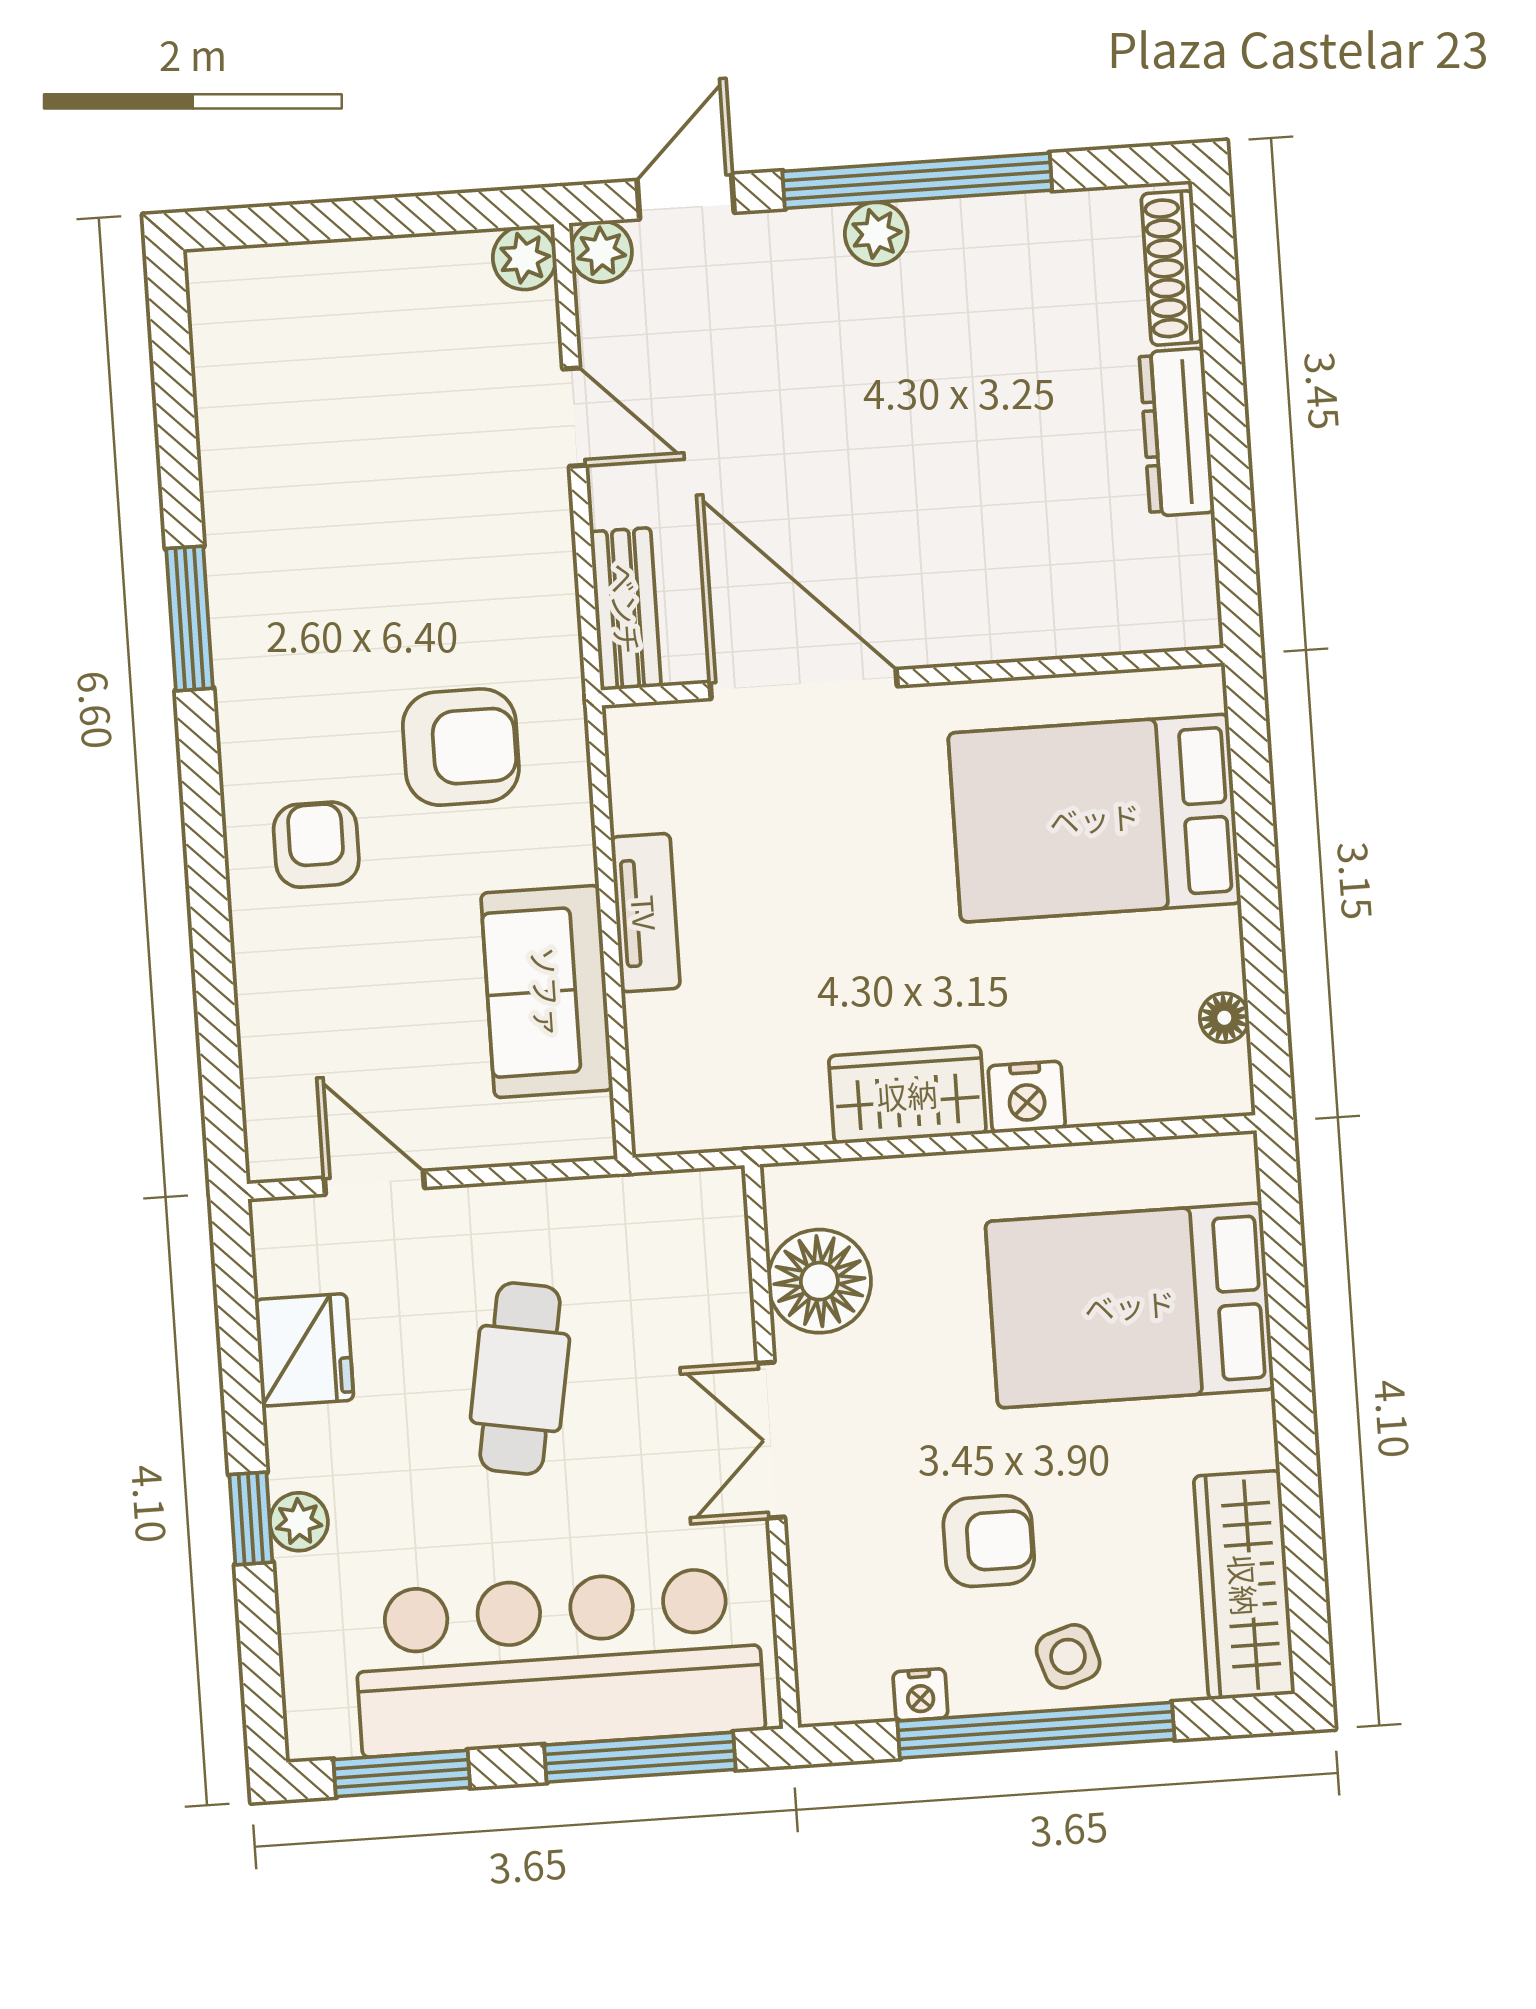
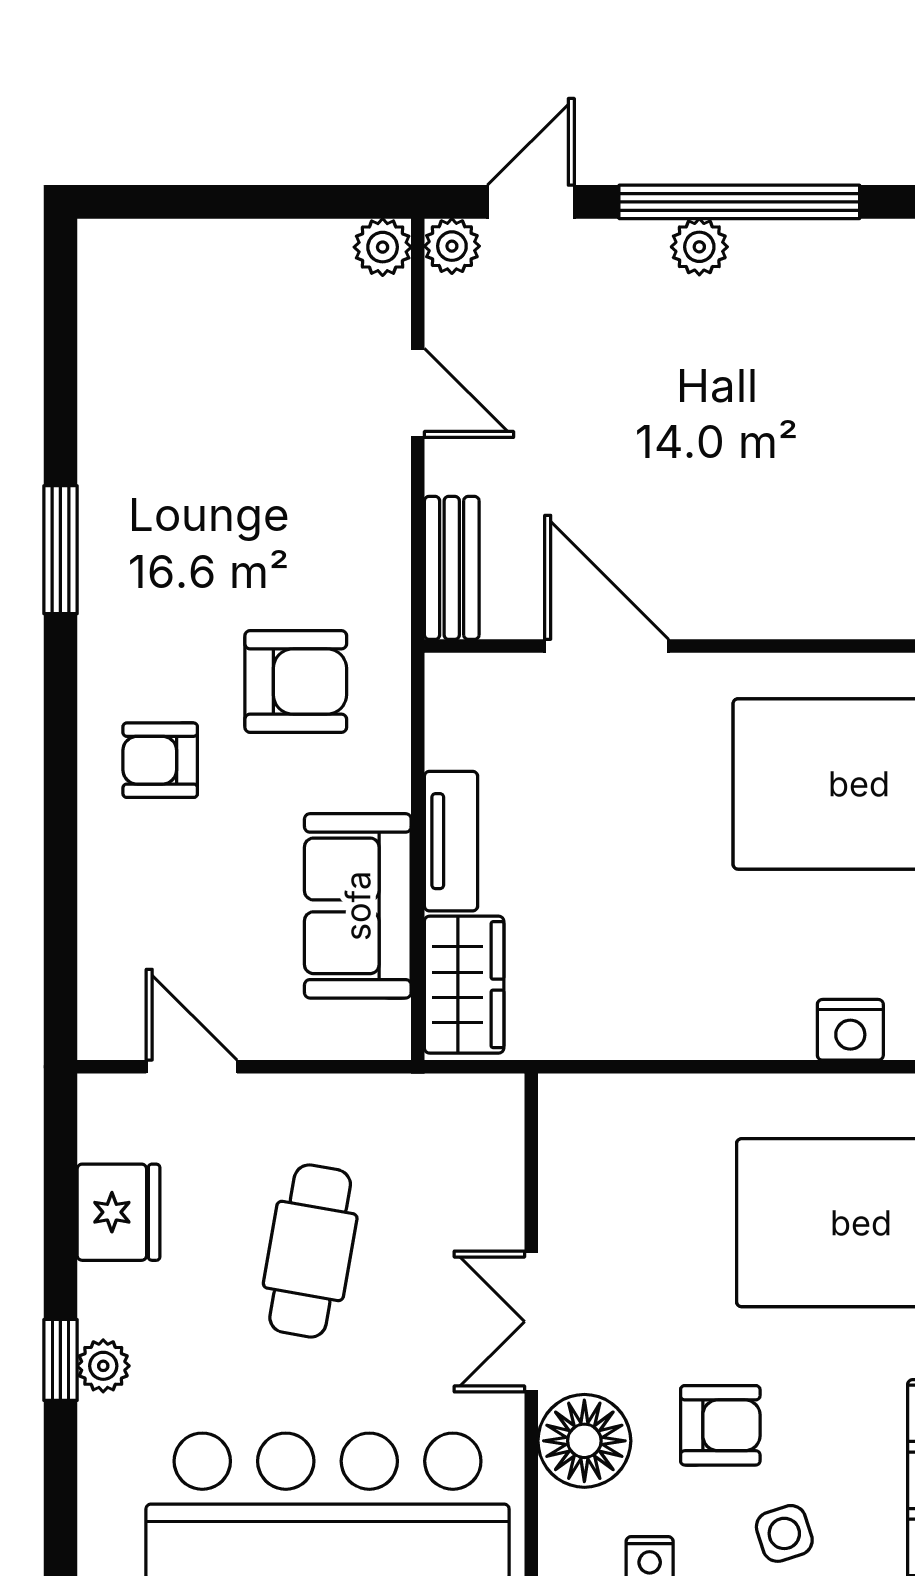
door: (804, 684) -> (607, 646), width x0.73
armchair: (316, 845) -> (160, 760), turned -90
wardrobe: (907, 1095) -> (464, 985), moved, turned 90
nightstand: (1027, 1097) -> (850, 1030), moved
floor lamp: (819, 1281) -> (584, 1441), moved

